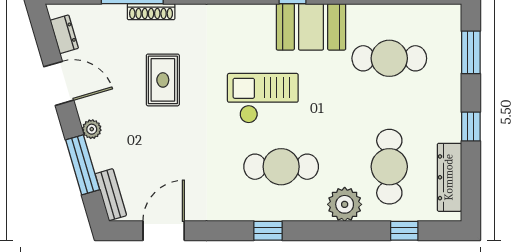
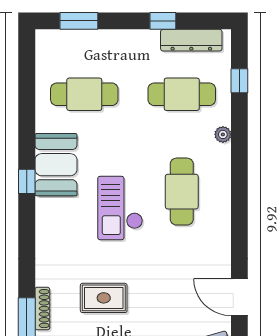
cafe table: (389, 58) -> (84, 94), turned 90
window: (471, 126) -> (163, 21), moved
plant: (345, 204) -> (223, 134), width x0.53, depth x0.53
window: (268, 231) -> (239, 203), removed

